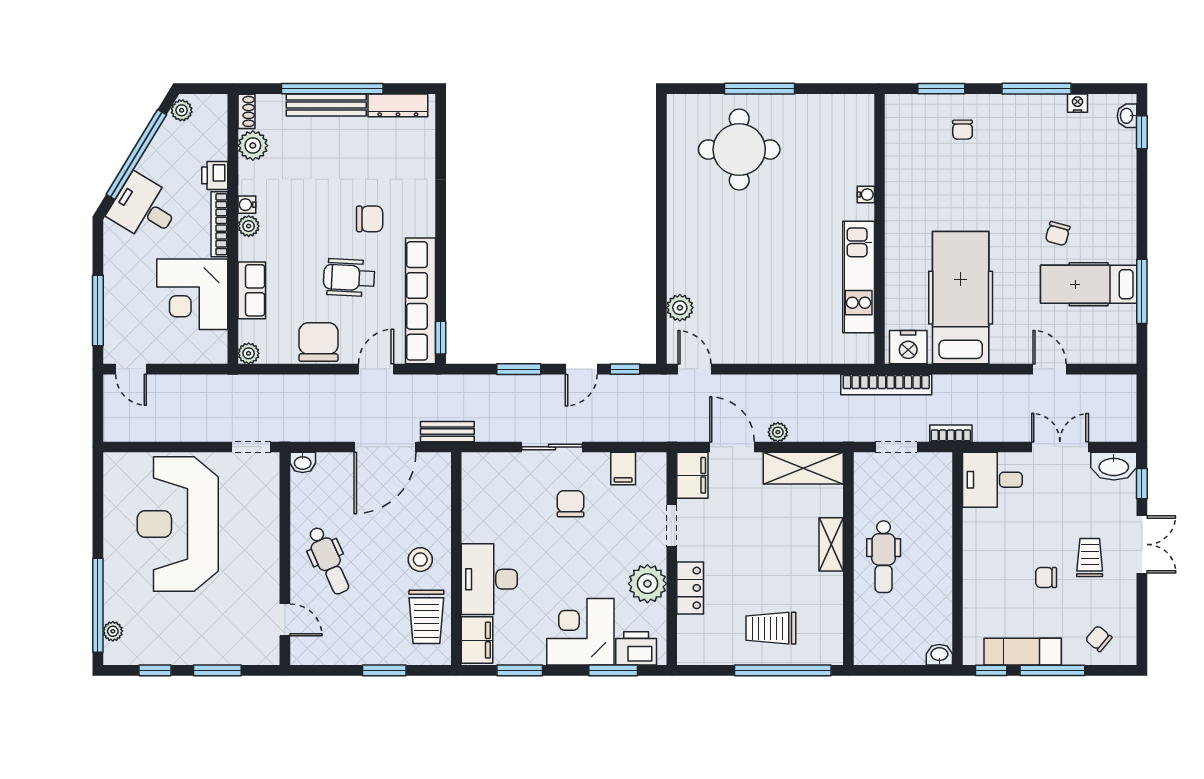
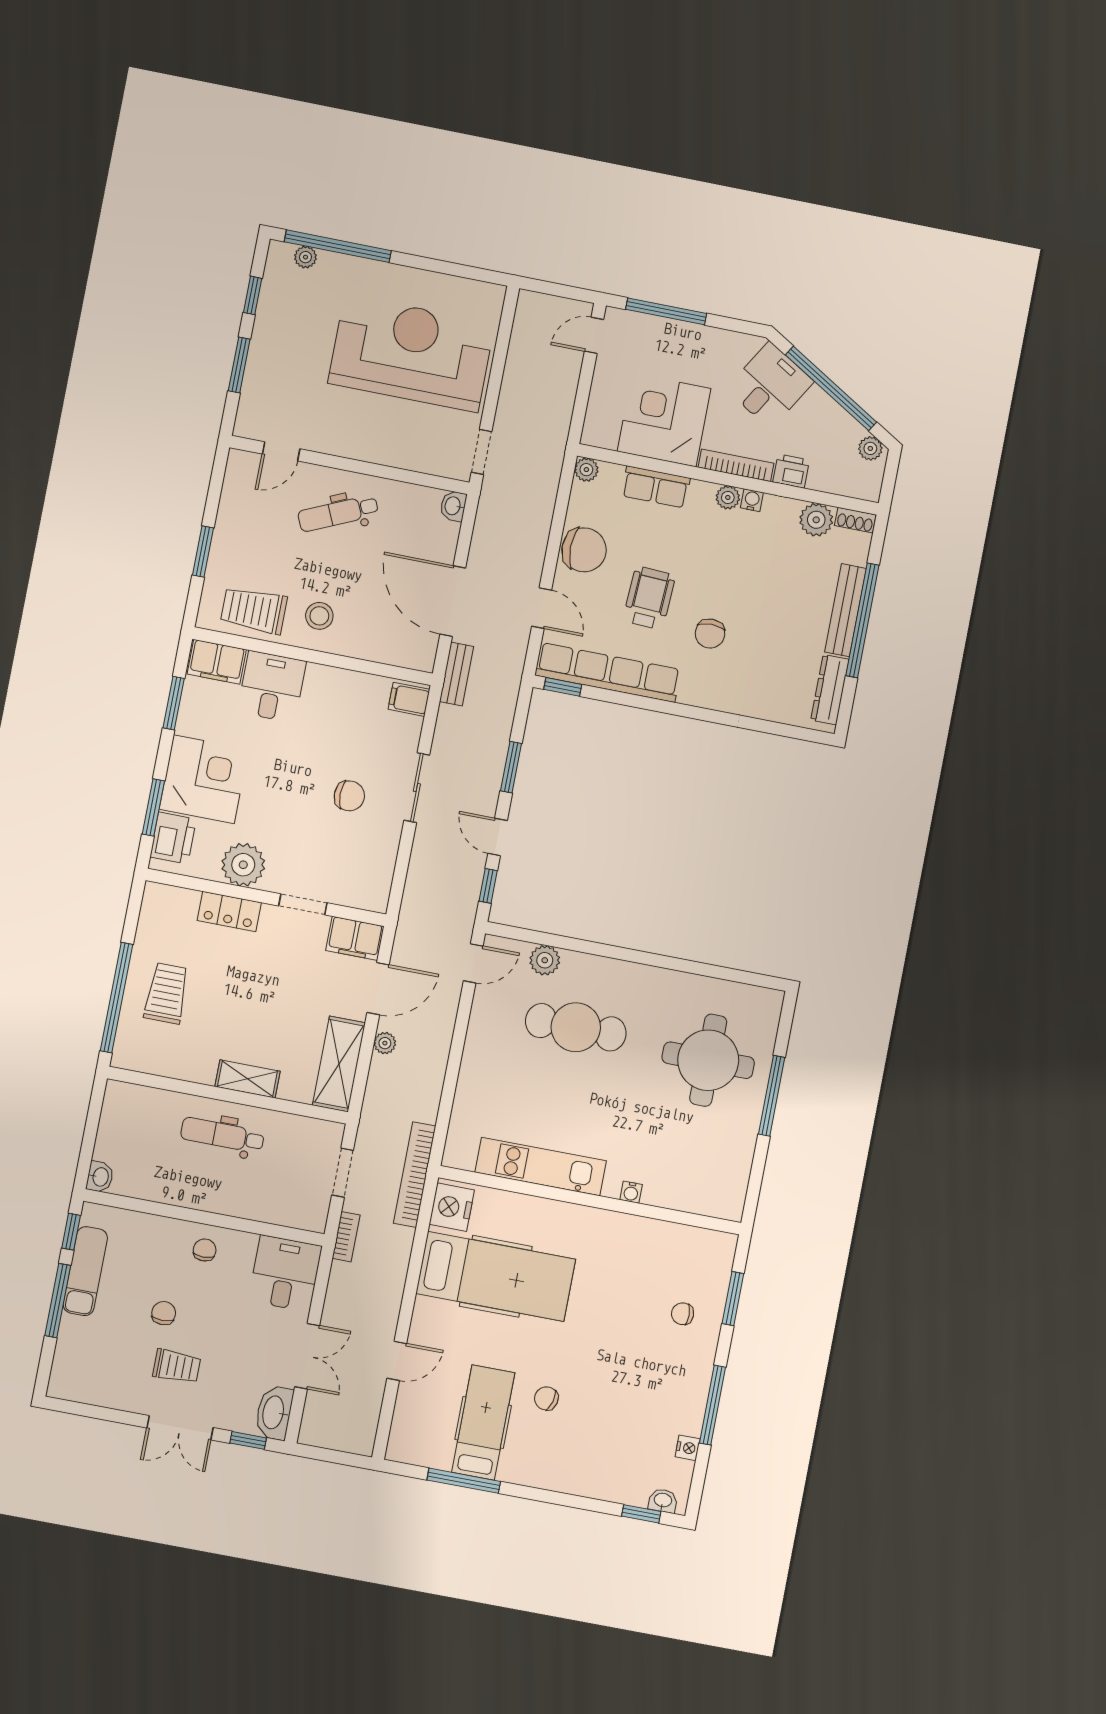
cafe table: (733, 270) -> (576, 1027), added
filing cabinet: (623, 468) -> (409, 699), moved
desk: (489, 579) -> (272, 687), width x0.73
chair: (1099, 639) -> (205, 1250), moved, turned -40

